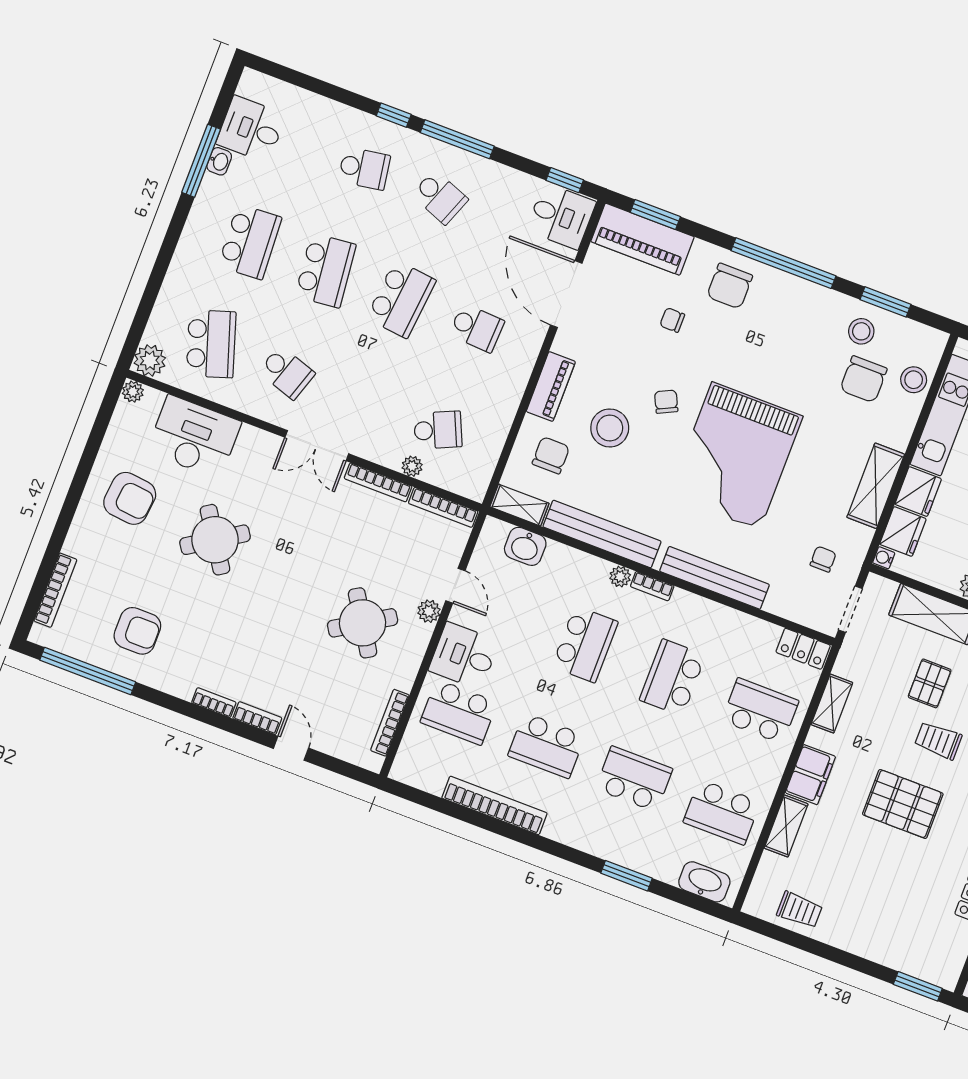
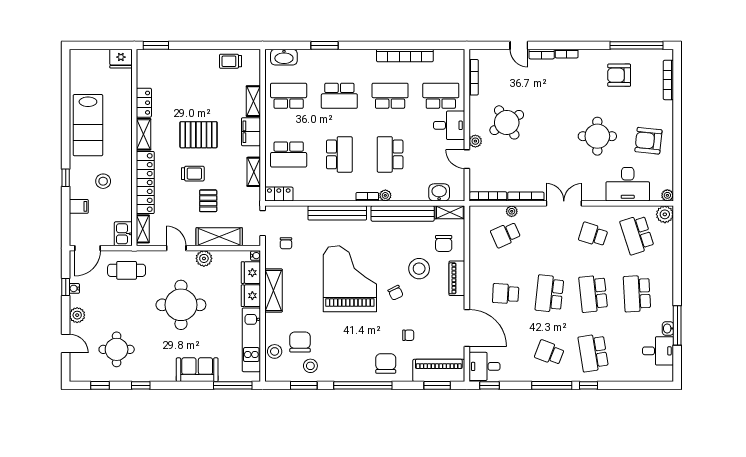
school desk: (364, 168) -> (593, 353), width x1.85
round table: (215, 540) -> (597, 136), turned 33

